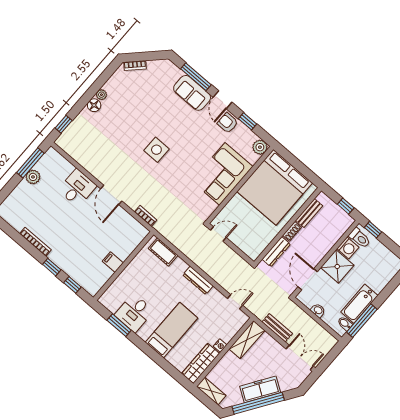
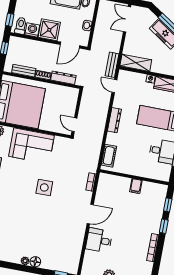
side table: (156, 150) -> (44, 187), moved
bench: (277, 328) -> (112, 65), moved

